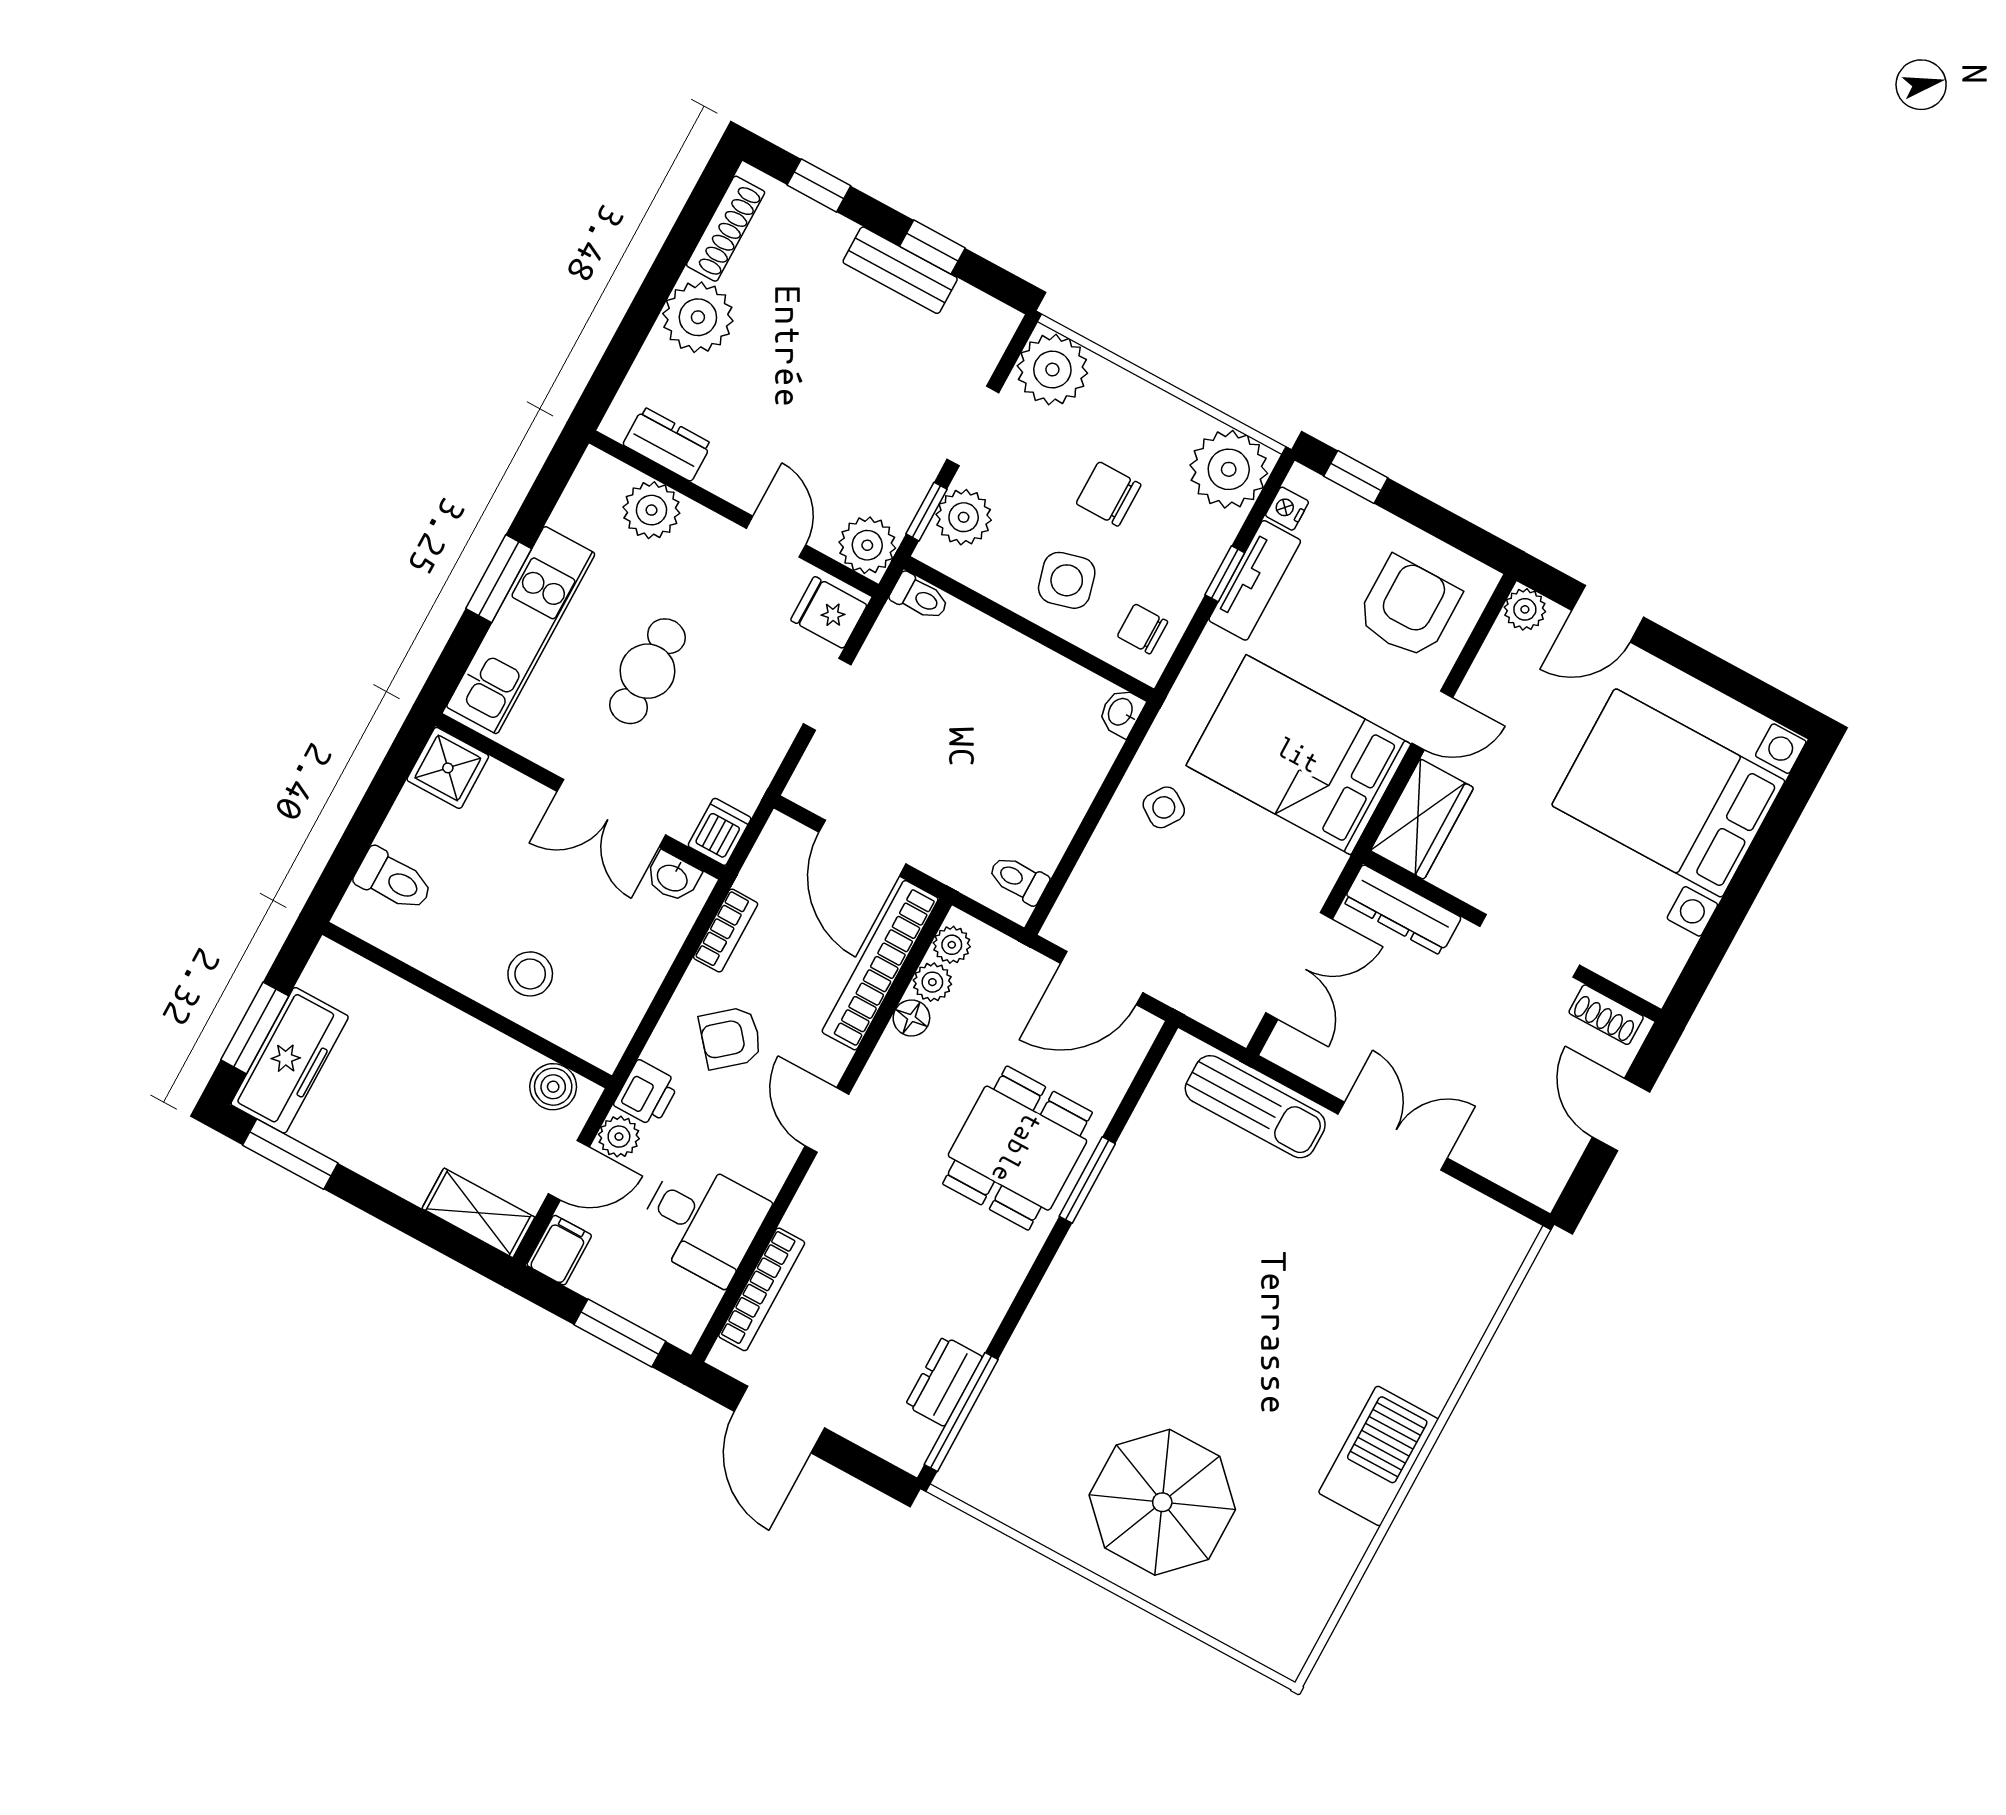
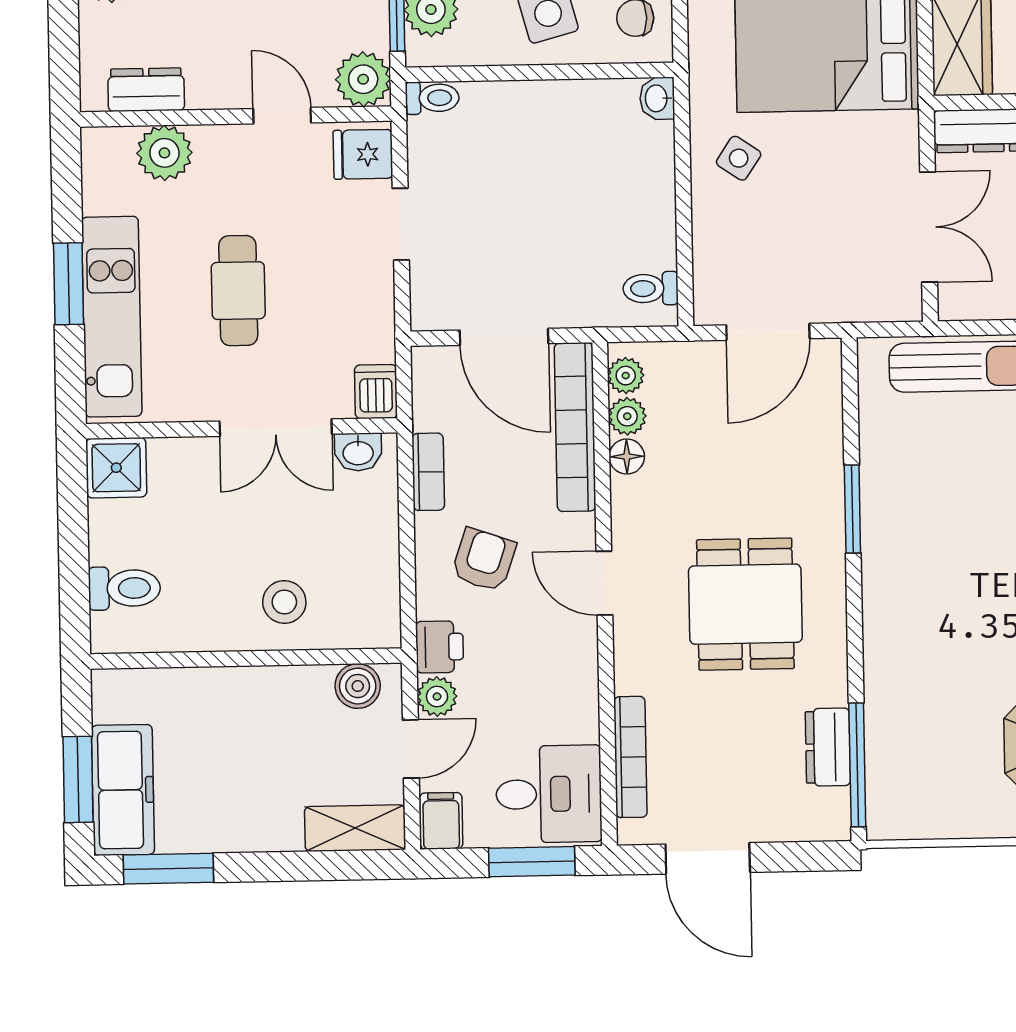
armchair: (730, 1038) -> (484, 560), turned 149
dining table: (1017, 1148) -> (745, 604), moved
desk: (702, 1221) -> (549, 794), moved

